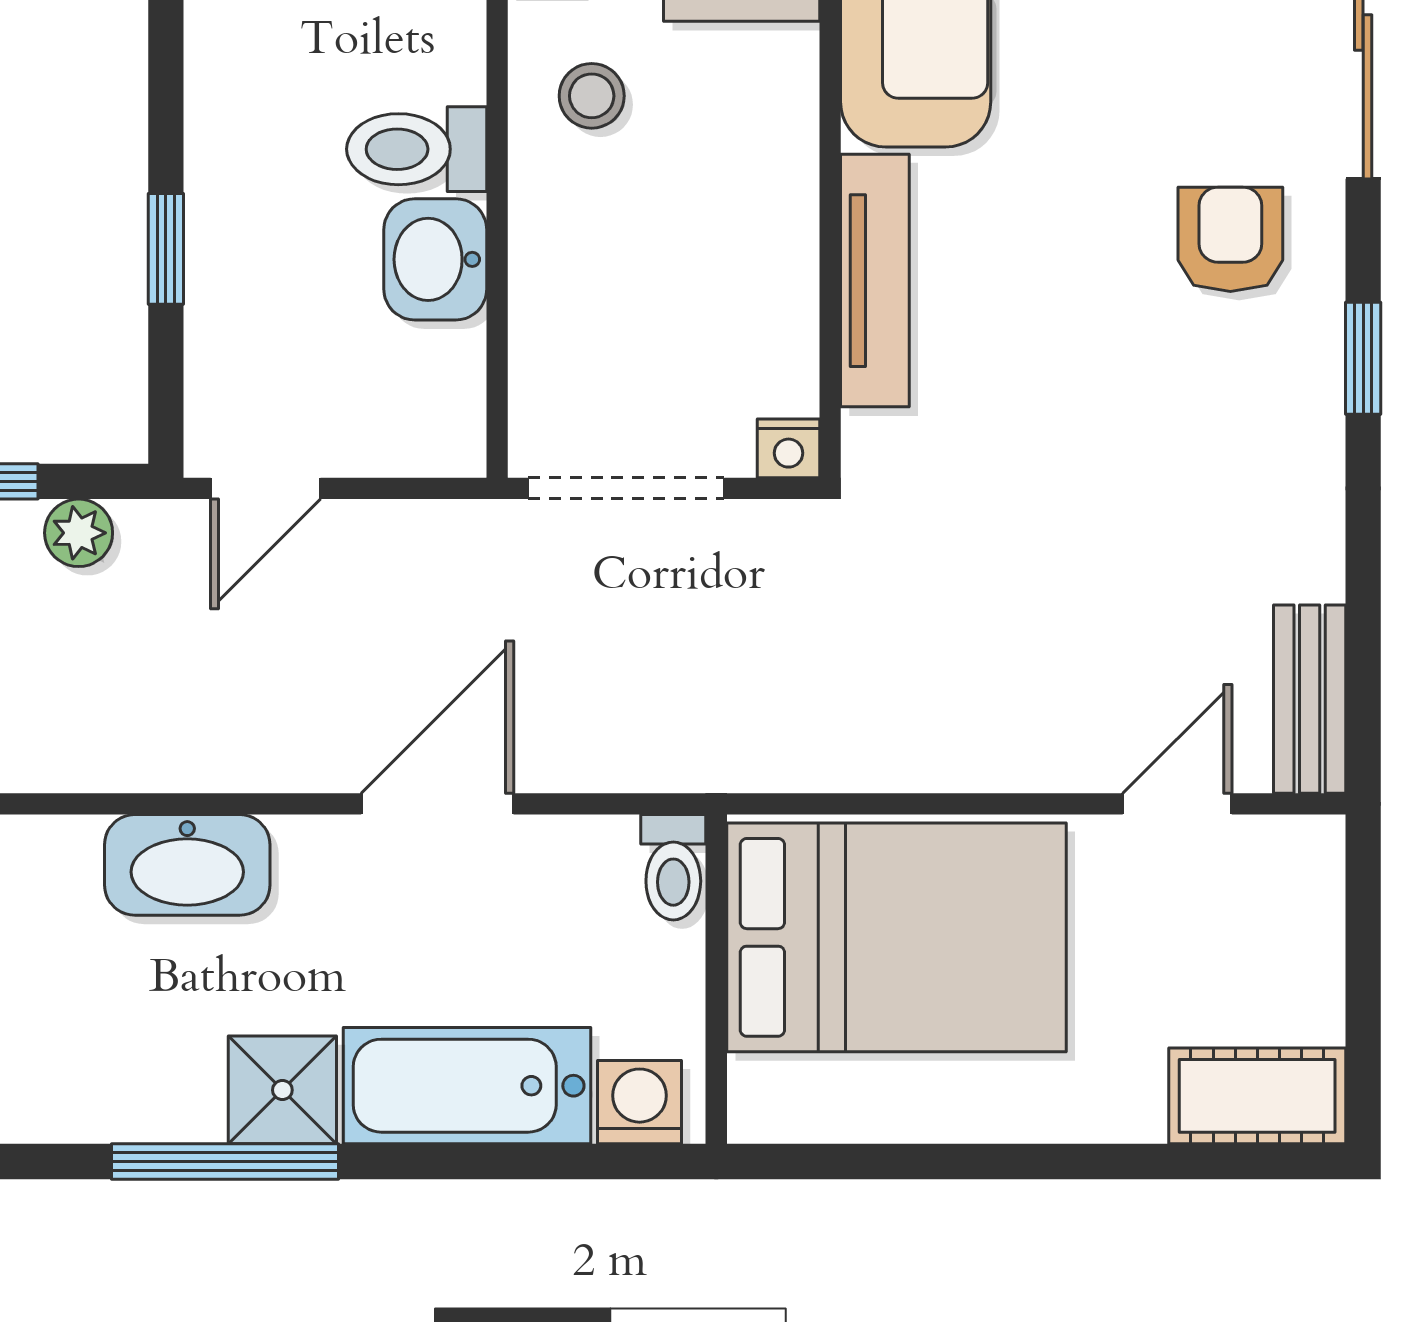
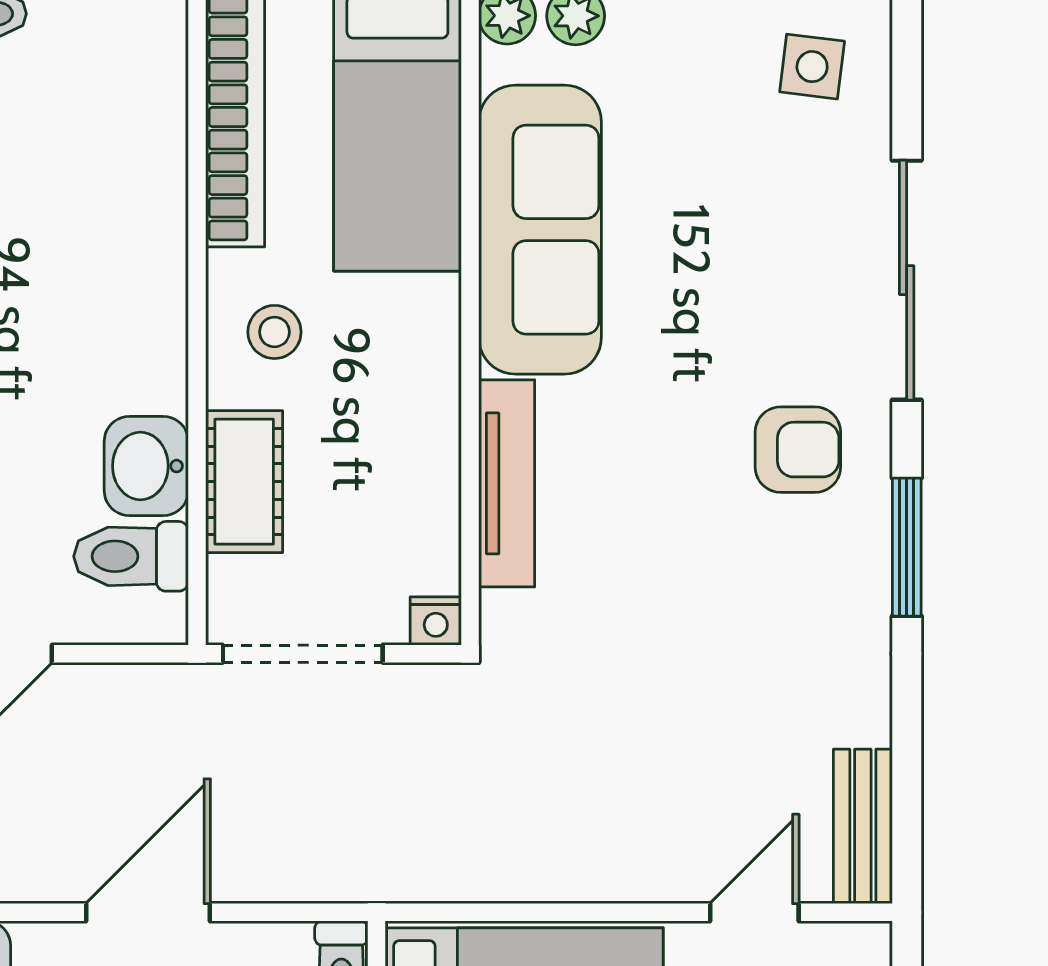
toilet: (417, 149) -> (131, 556), moved
armchair: (1230, 239) -> (798, 450), turned 90
cot: (555, 278) -> (244, 482), added
window: (1363, 358) -> (907, 547), width x1.50

